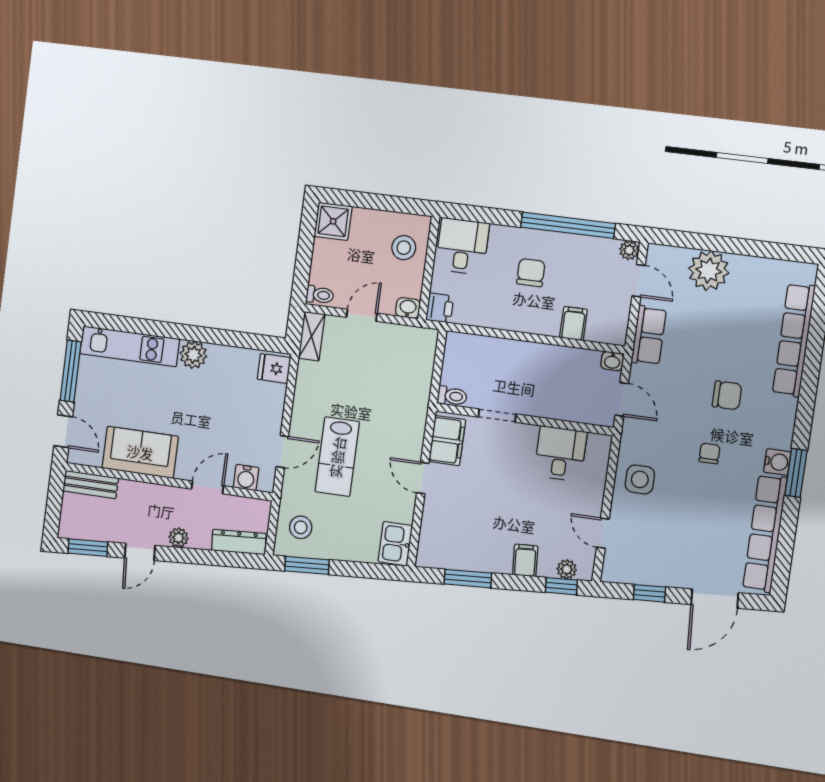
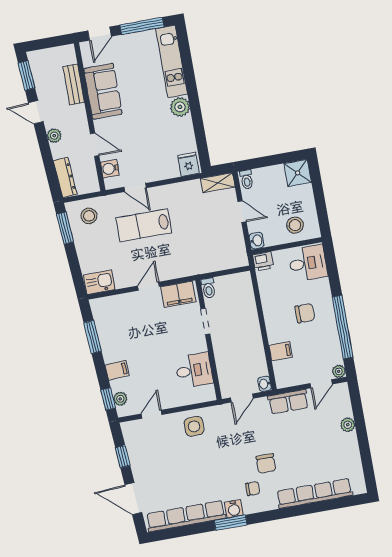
plant: (709, 271) -> (348, 425), width x0.53, depth x0.53
chair: (709, 453) -> (253, 489), moved
bench: (91, 484) -> (74, 85), moved

